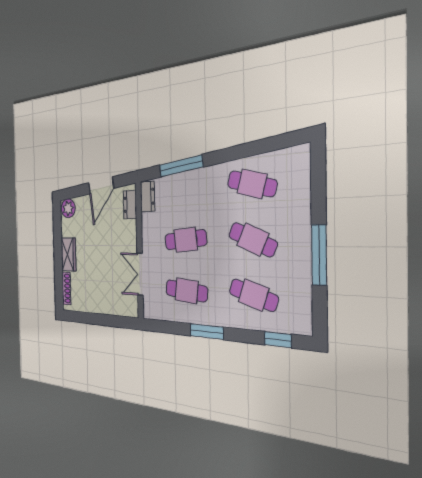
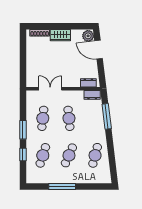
door: (101, 185) -> (99, 50), moved
window: (278, 340) -> (23, 154), moved

